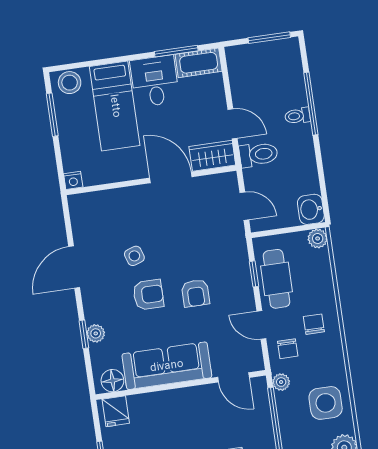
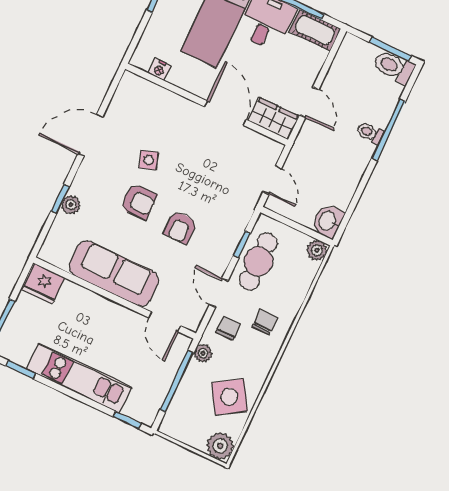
toilet: (258, 155) -> (394, 67), moved, turned 180
nightstand: (73, 180) -> (159, 69), moved
chair: (288, 349) -> (228, 328), turned 180
floor lamp: (112, 381) -> (58, 255), removed
side table: (326, 403) -> (229, 397), turned -32
fridge: (116, 411) -> (43, 284), width x1.38

